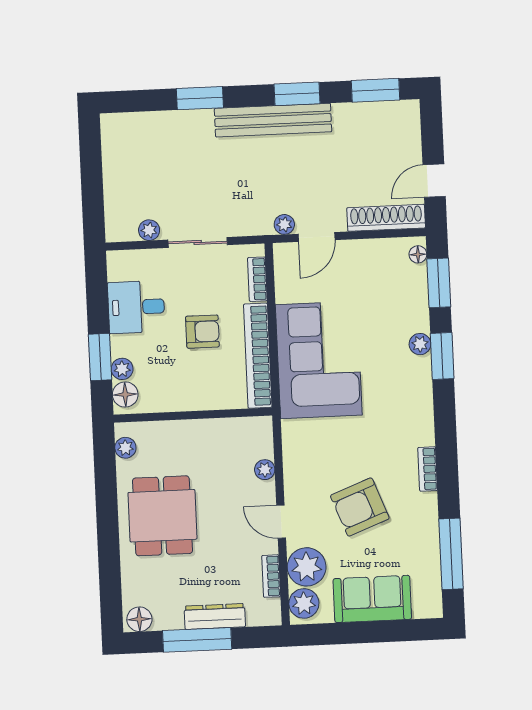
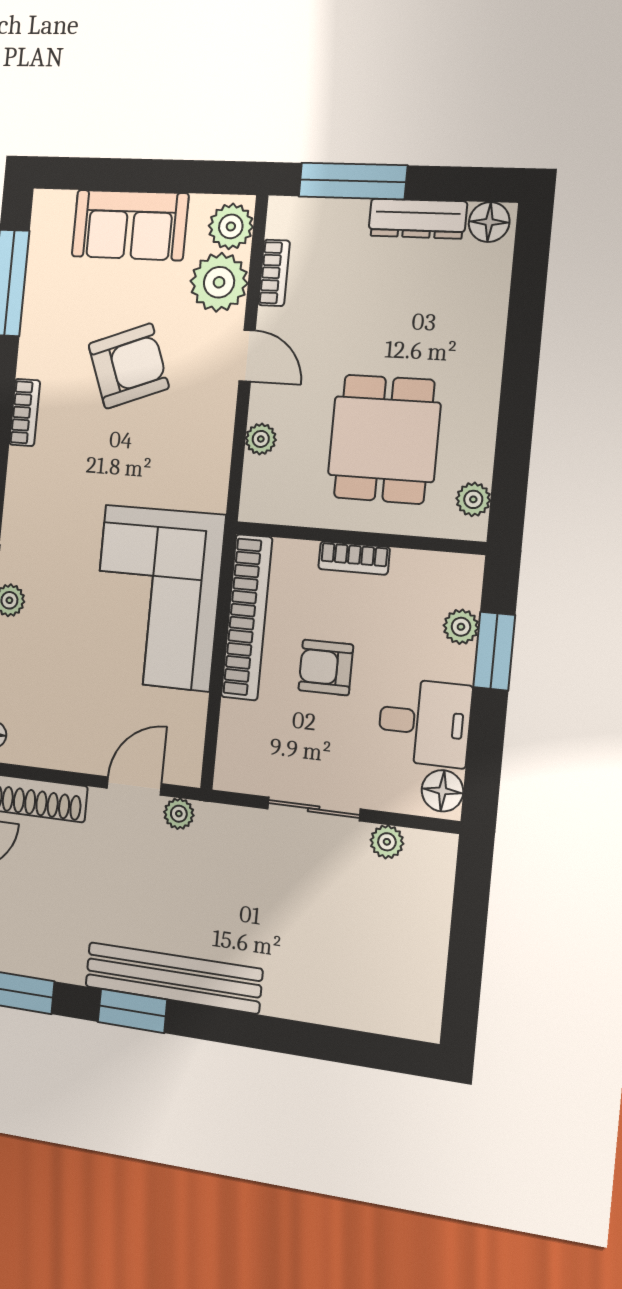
window: (200, 98) -> (279, 1035), removed
bookcase: (257, 279) -> (354, 558), moved, turned 90
floor lamp: (125, 394) -> (442, 791), moved
dining table: (162, 516) -> (384, 439), moved
dresser: (215, 616) -> (417, 219), moved
window: (197, 640) -> (353, 181), moved

